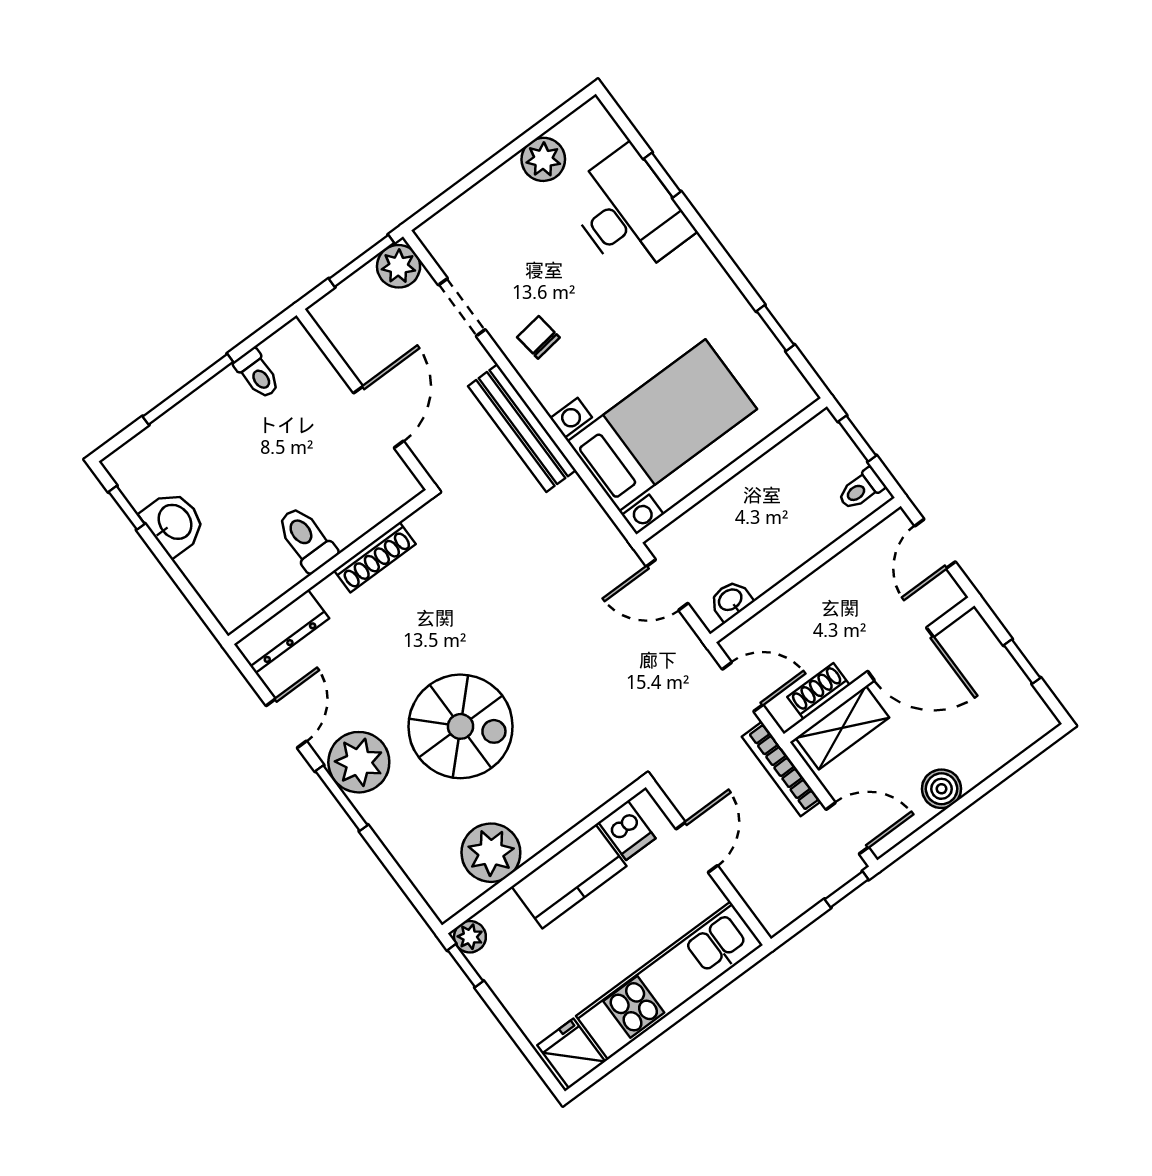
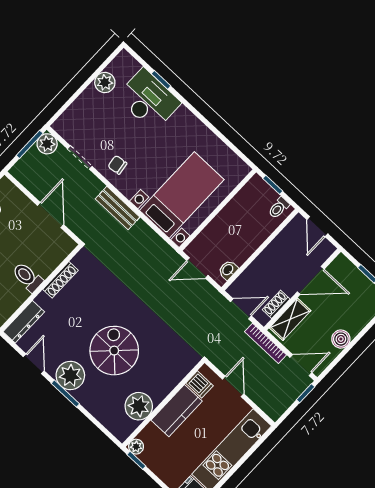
window: (775, 328) -> (226, 141), removed
bench: (522, 428) -> (117, 208), width x0.73
spiral stairs: (461, 726) -> (114, 351), turned -90

